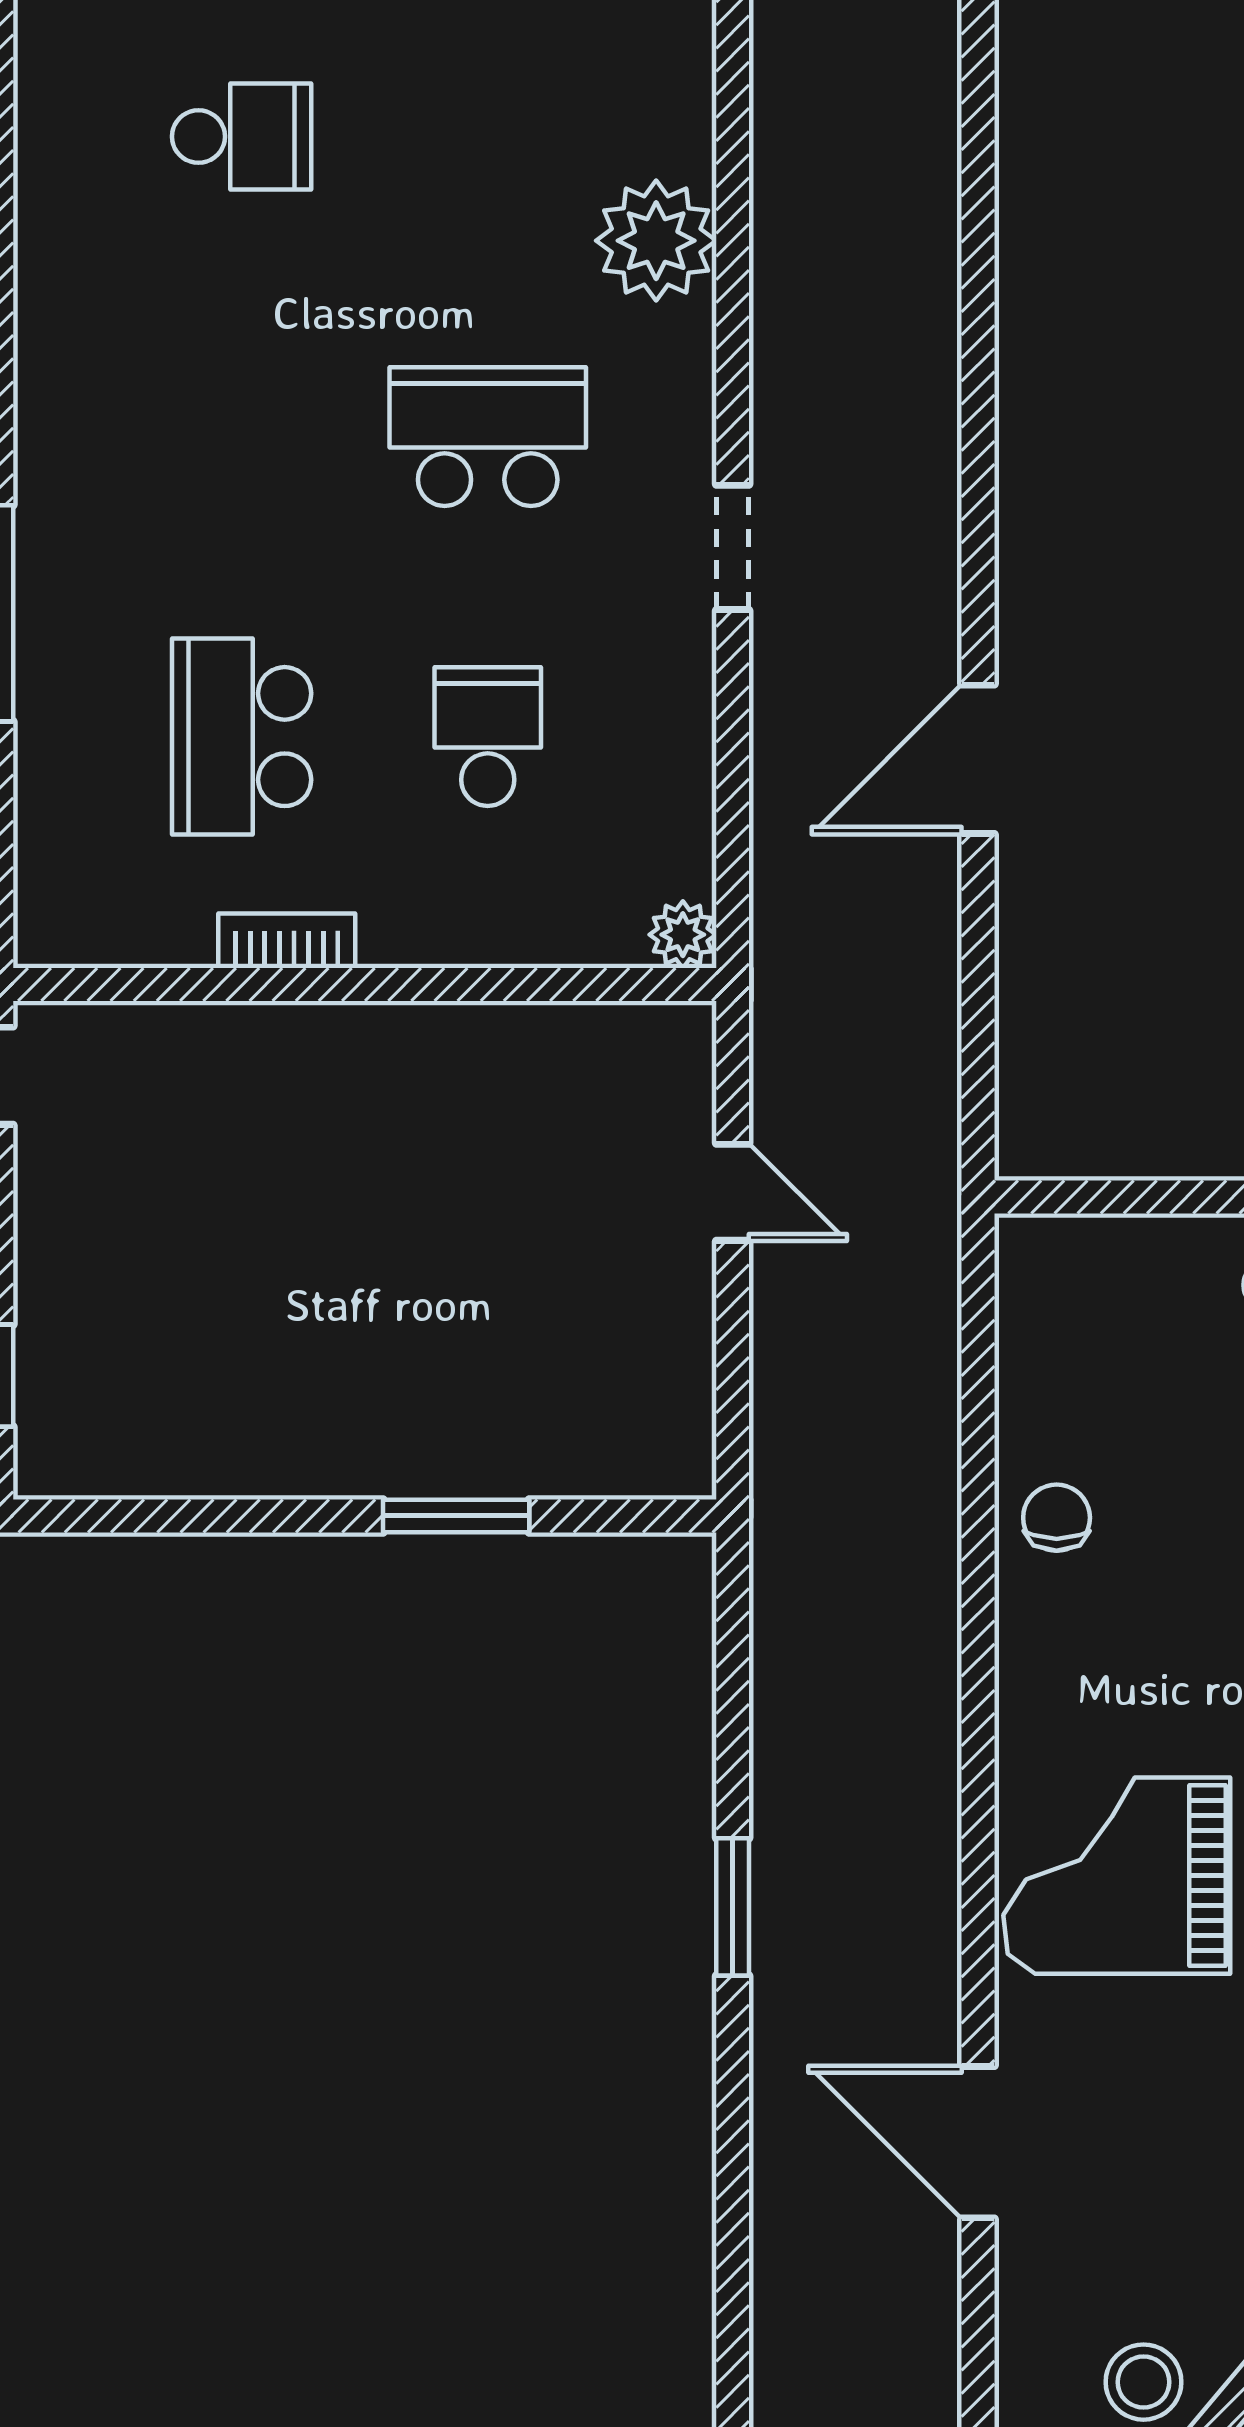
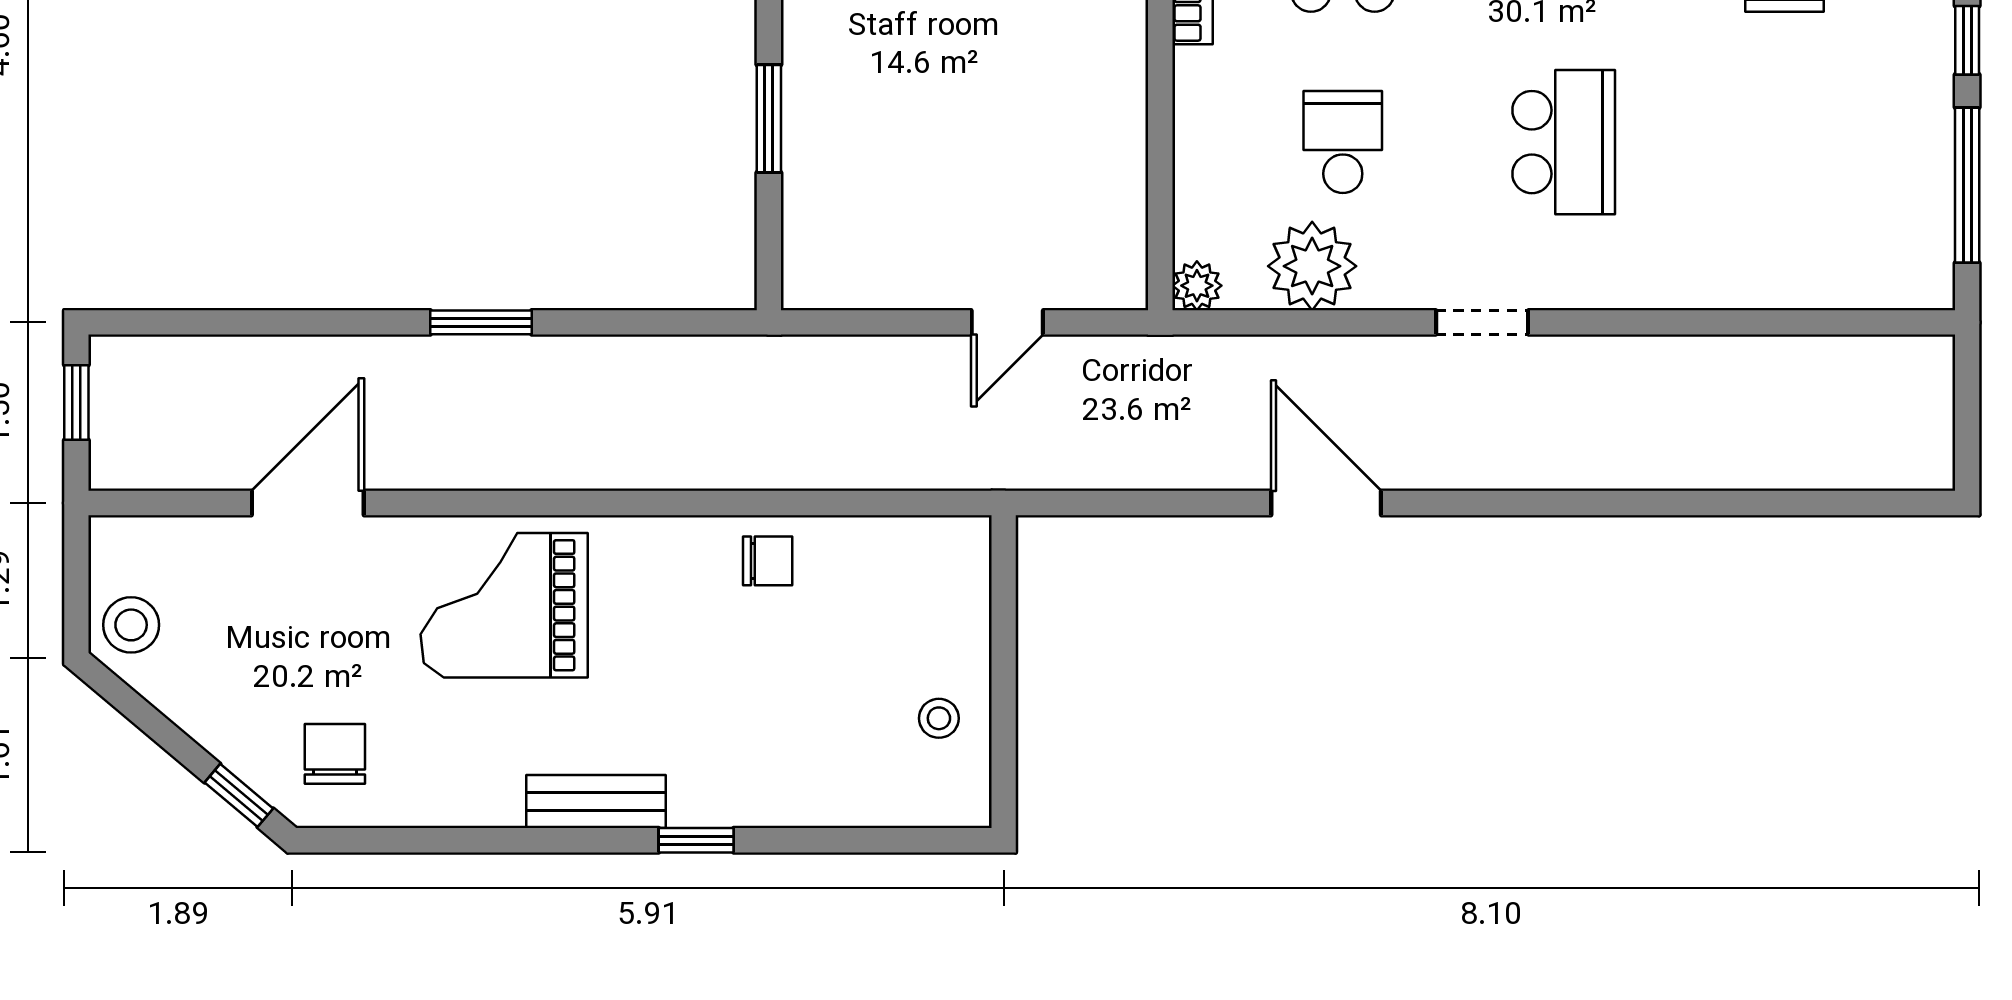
plant: (656, 241) -> (1312, 266), moved
school desk: (488, 737) -> (1343, 142), turned -90
grand piano: (1117, 1876) -> (504, 605), turned -90

